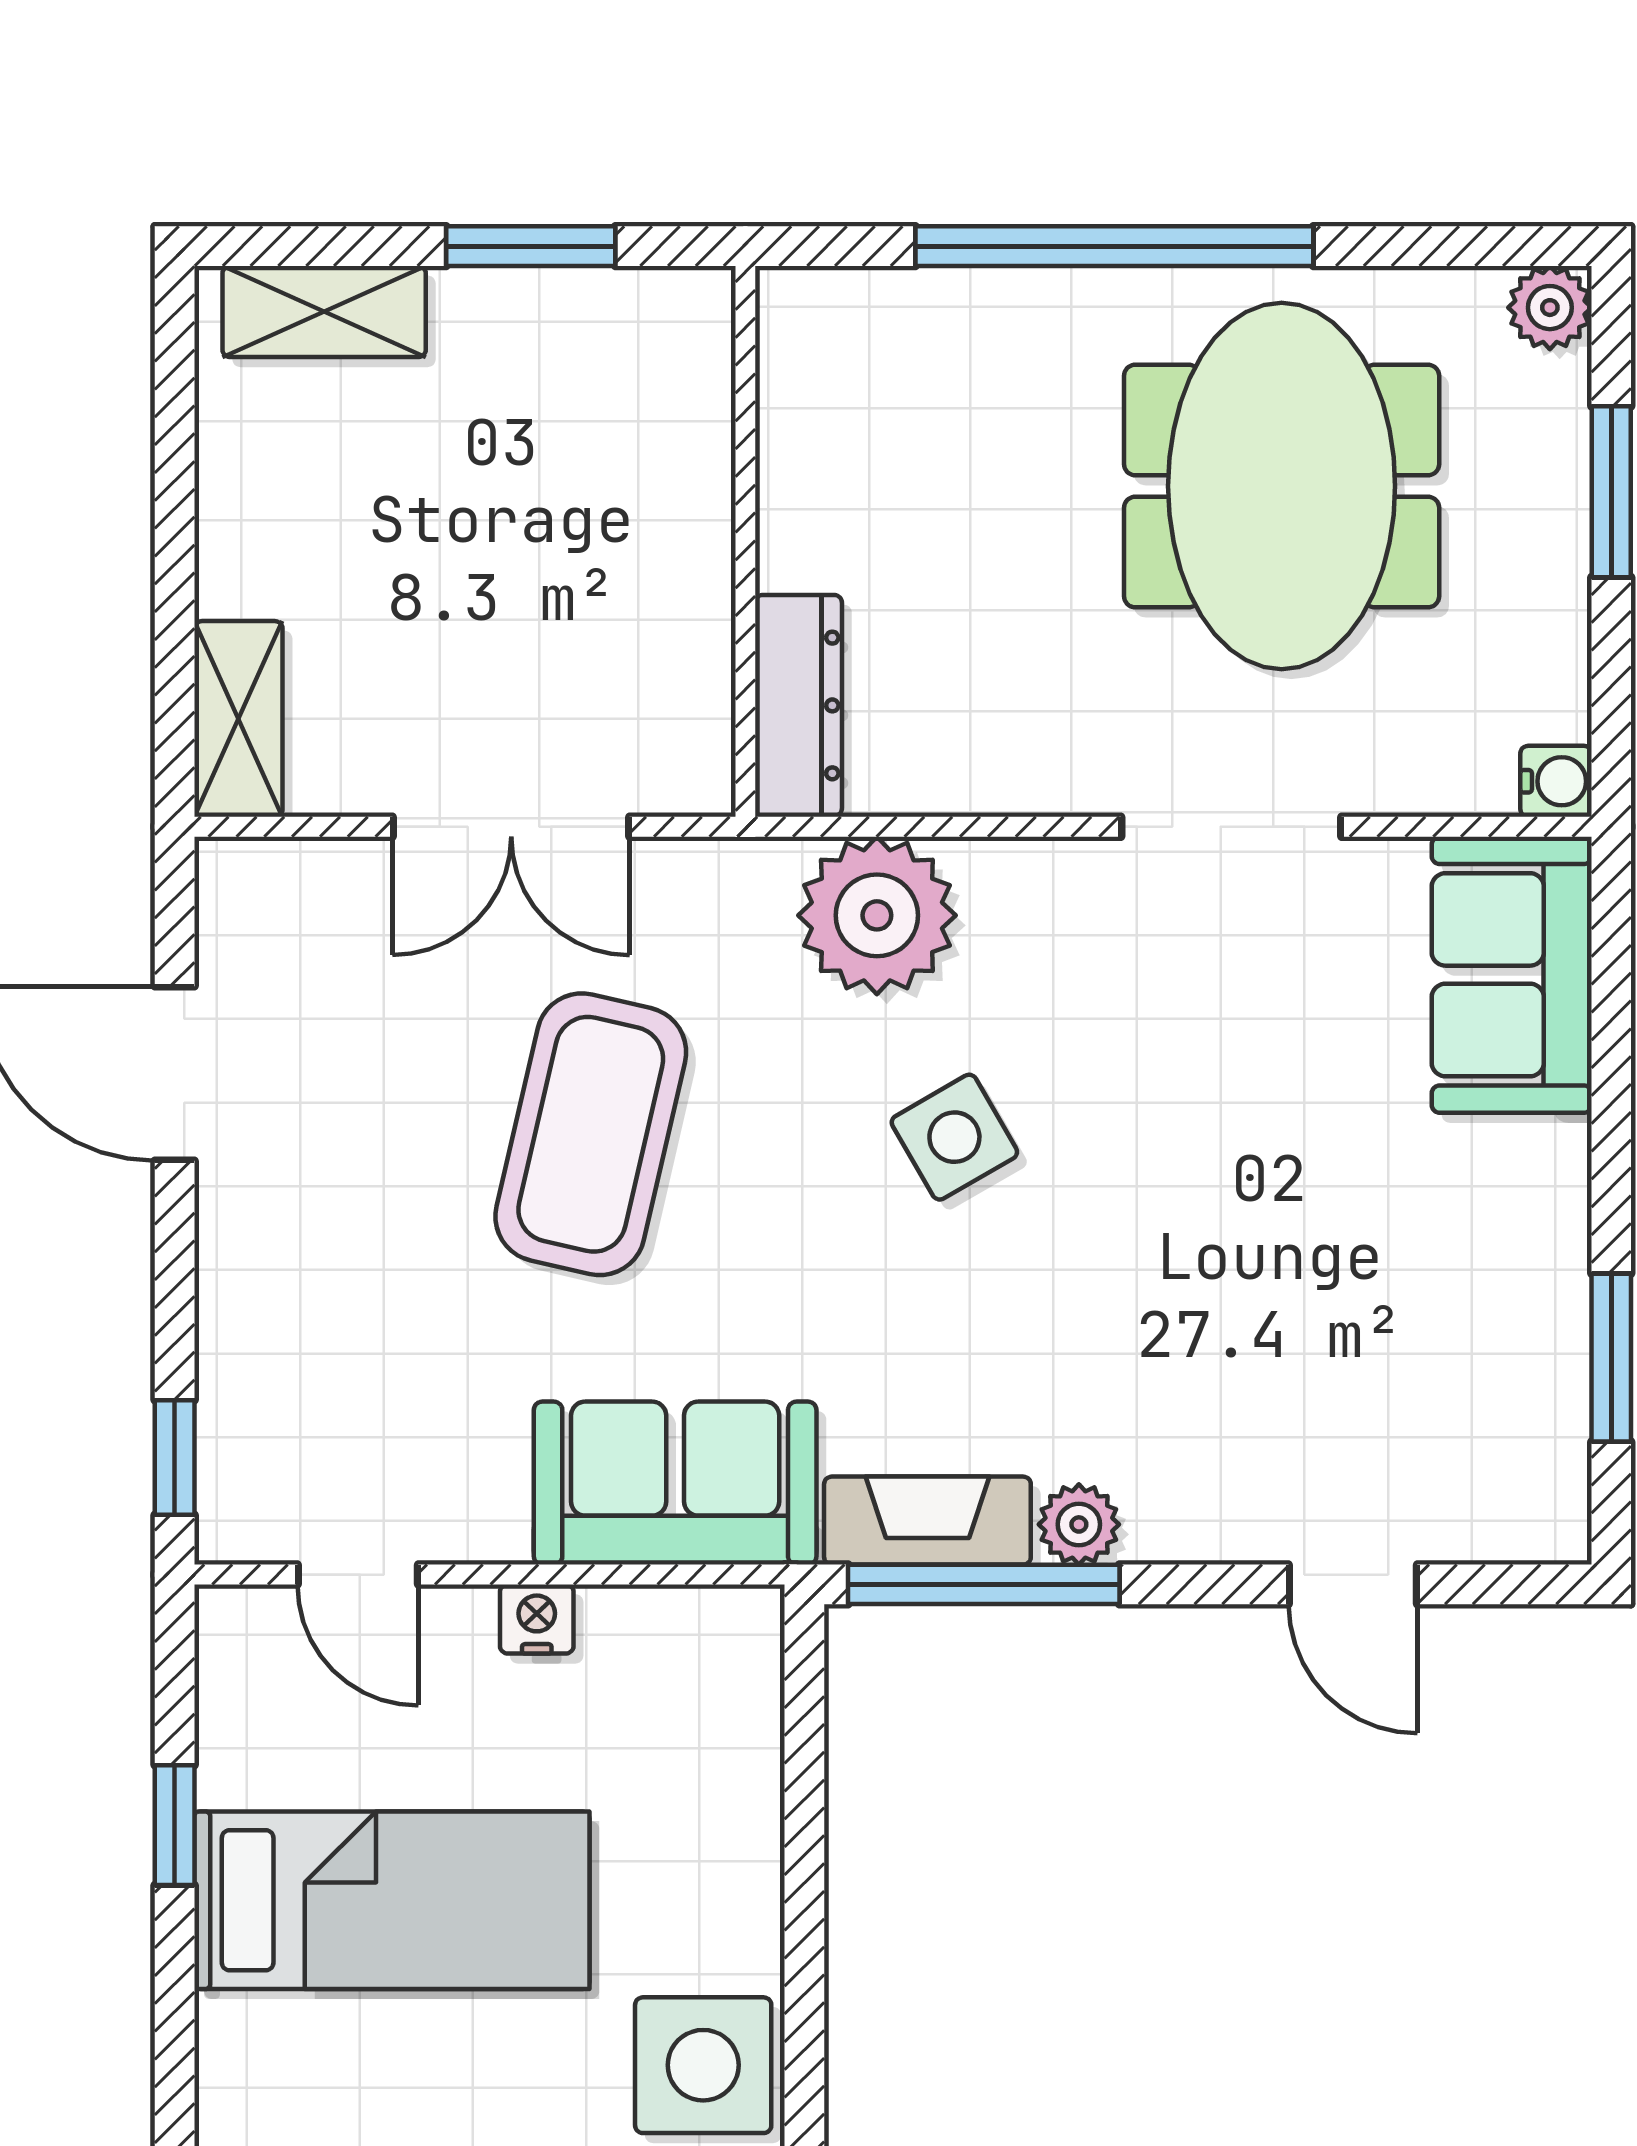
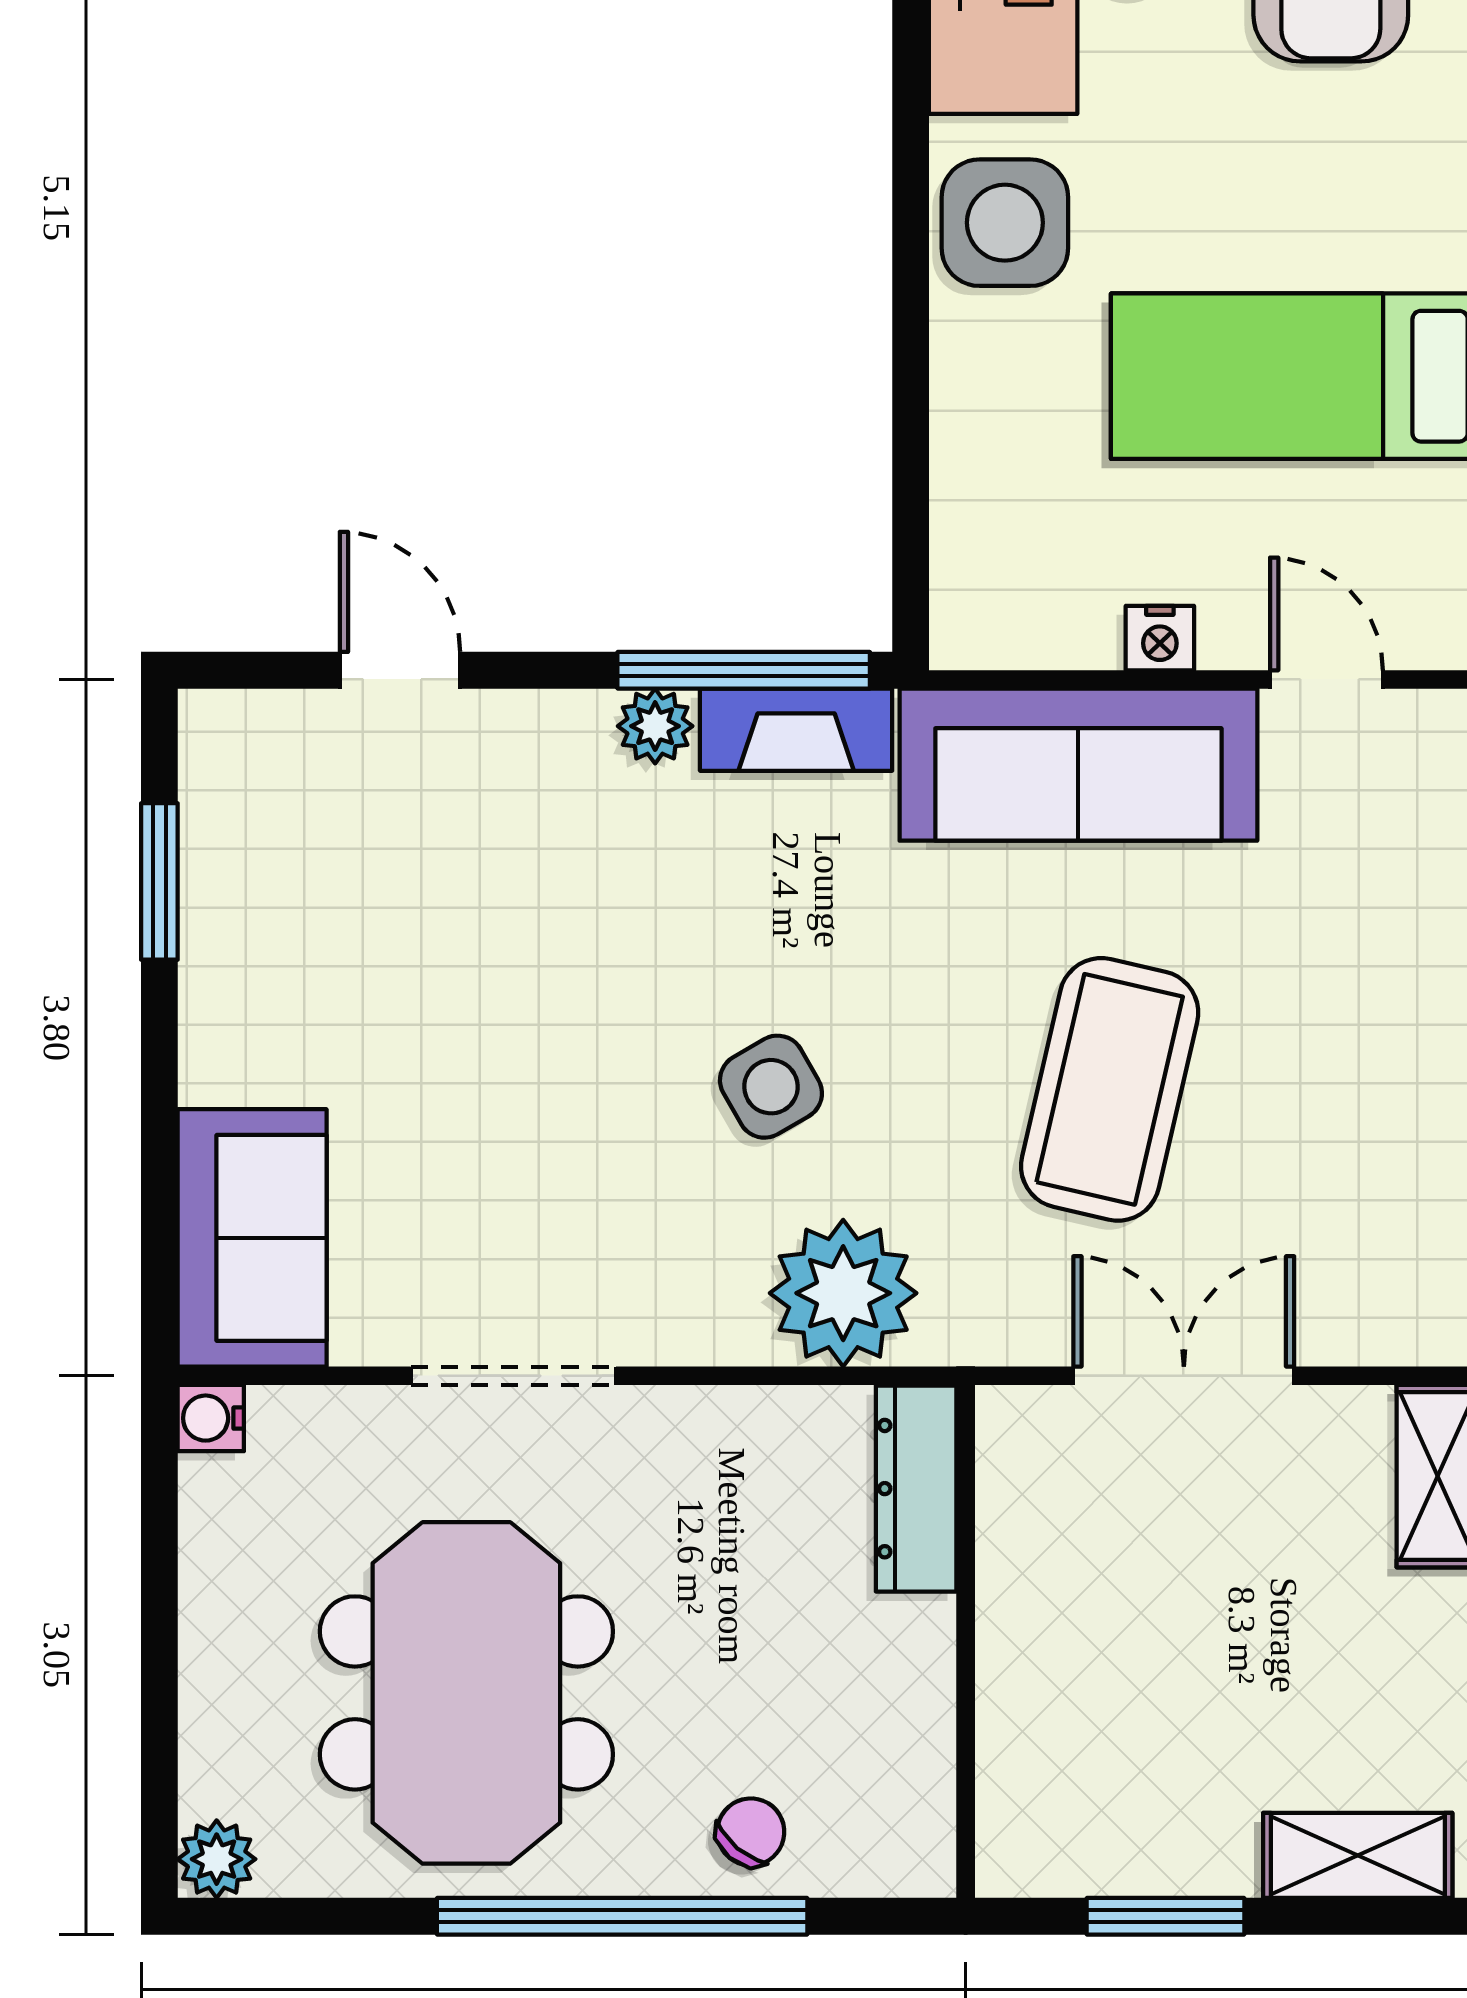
chair: (976, 337) -> (751, 1832), added
window: (1611, 492) -> (159, 1687), removed
sofa: (675, 1483) -> (1078, 765), width x1.36

